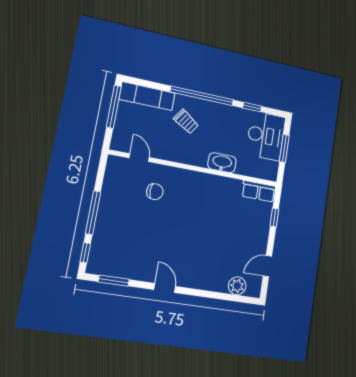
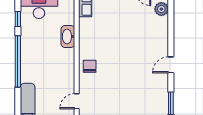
trolley: (186, 122) -> (41, 70), removed
chair: (155, 192) -> (90, 66), moved

